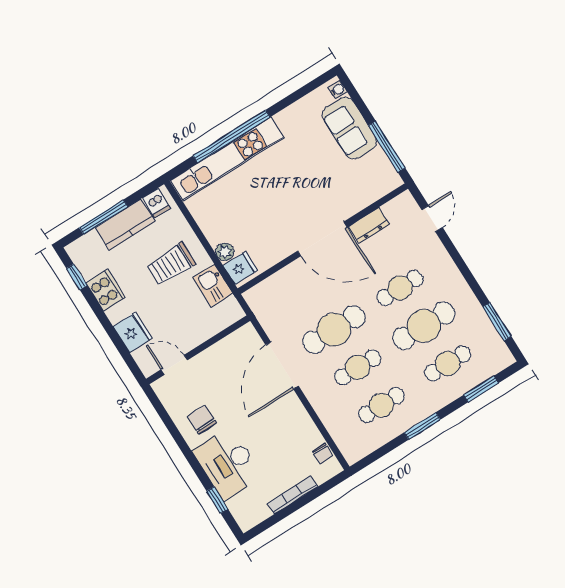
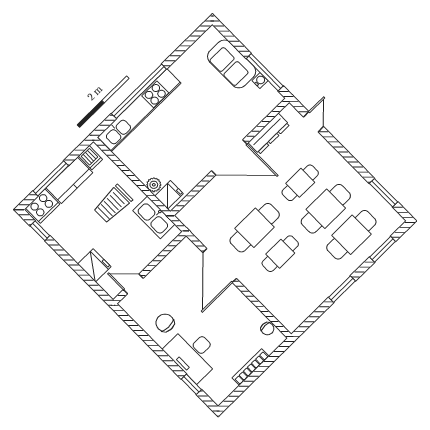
water cooler: (338, 90) -> (260, 81), moved
dresser: (369, 225) -> (269, 134), width x1.44
kitchen sink: (213, 285) -> (154, 217), width x1.38
cooker: (106, 290) -> (43, 206), moved, turned 90
cafe table: (448, 363) -> (351, 235), width x1.37, depth x1.35
cafe table: (381, 405) -> (306, 280), removed

